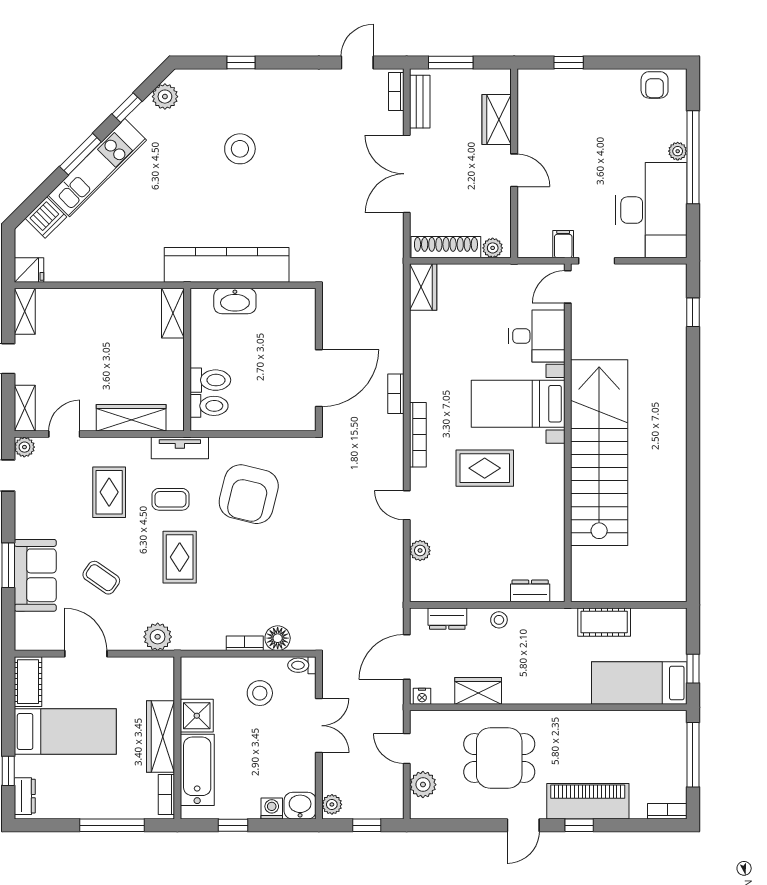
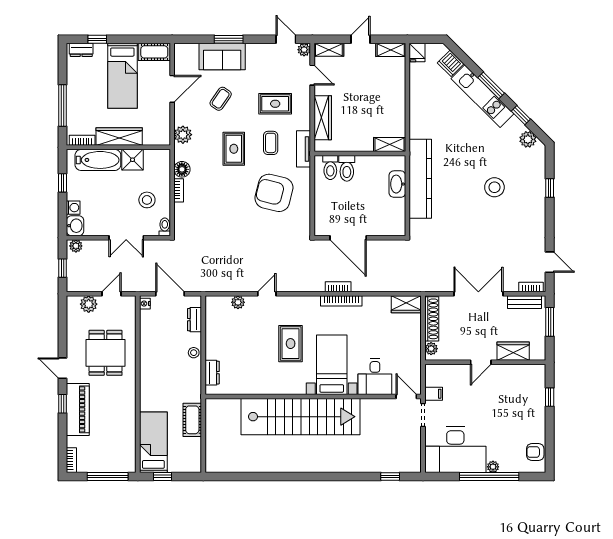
bookcase: (418, 435) -> (341, 301), moved
rug: (180, 557) -> (234, 149), turned 90
floor lamp: (278, 638) -> (182, 169), moved
wardrobe: (478, 691) -> (148, 339), removed

